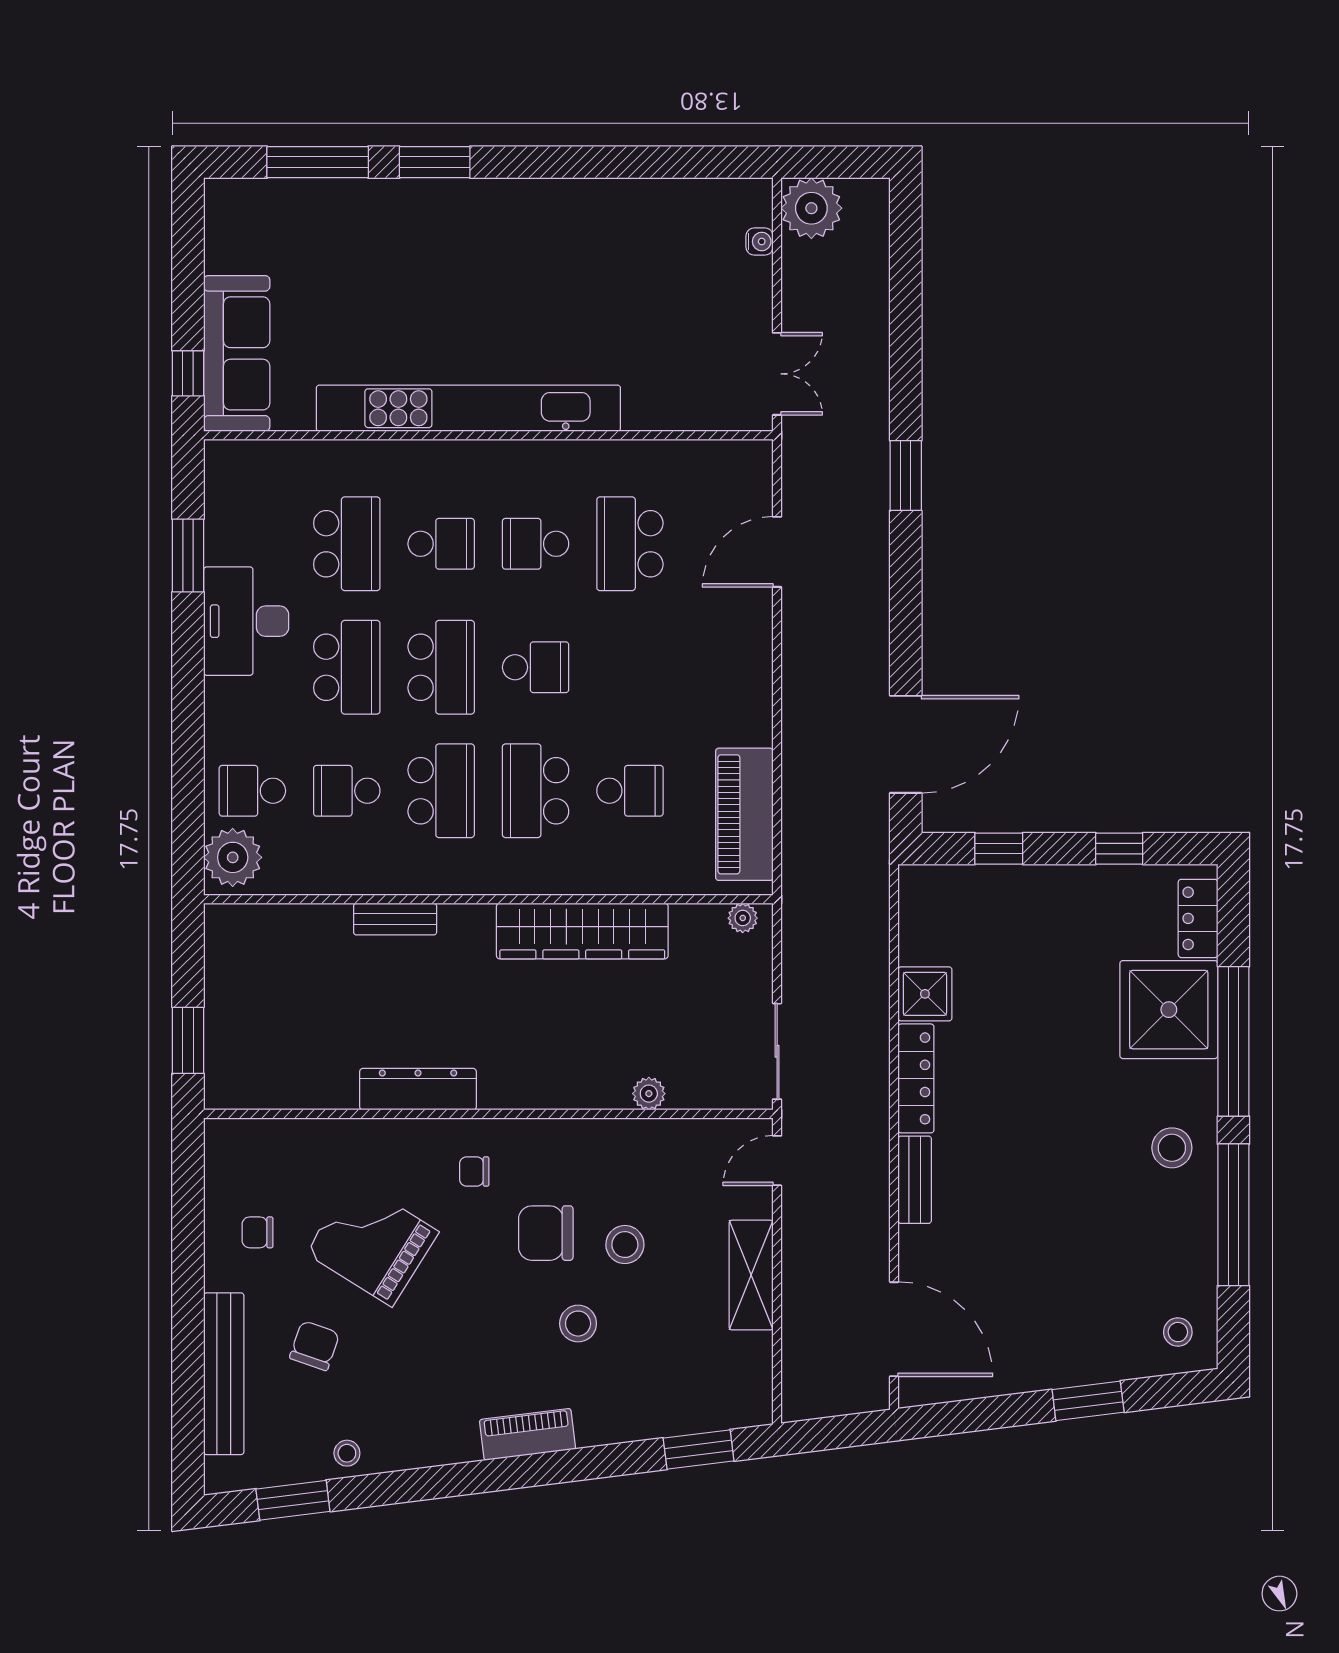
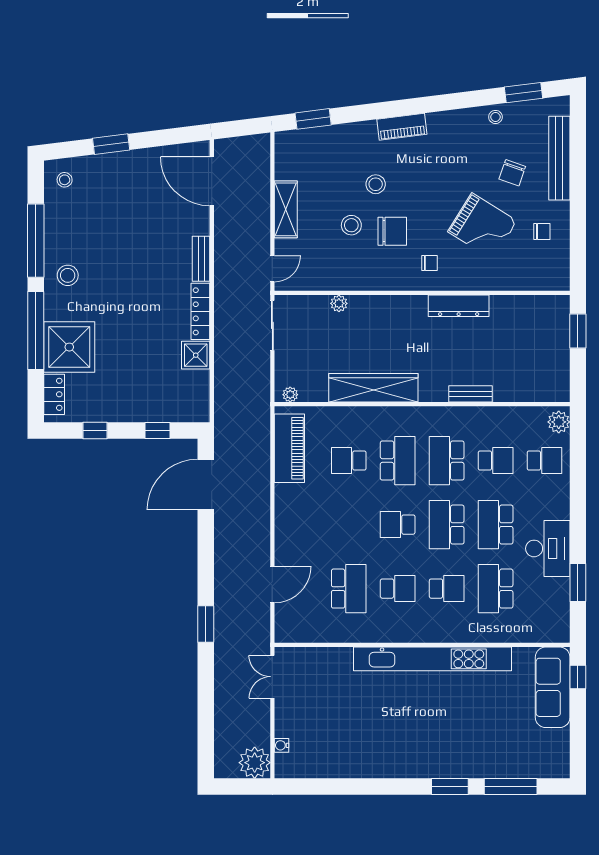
school desk: (441, 544) -> (447, 589), turned 180
plant: (233, 857) -> (559, 422), width x0.73, depth x0.73

